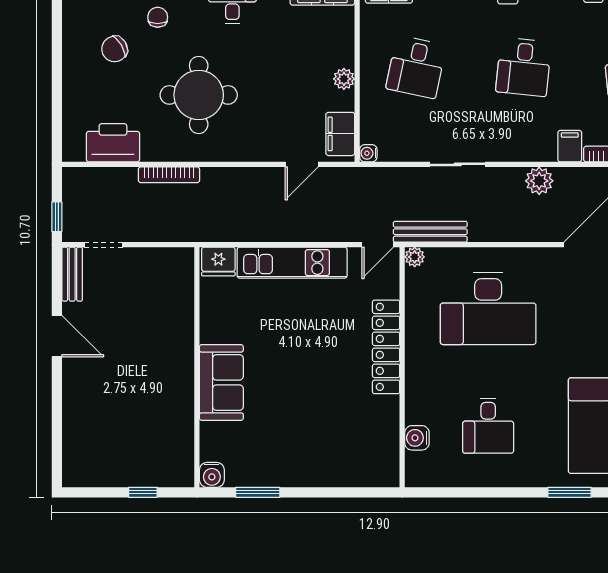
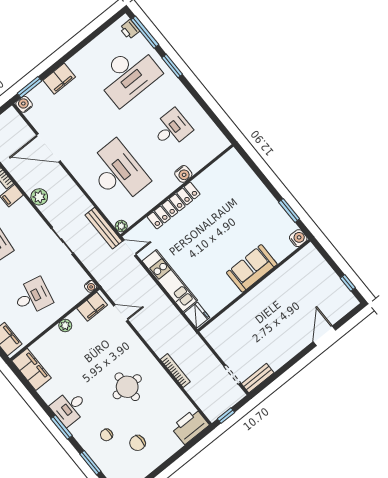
chair: (114, 49) -> (137, 443), turned 121
round table: (199, 95) -> (127, 387), width x0.73, depth x0.73
printer: (113, 143) -> (190, 426), moved, turned 90
window: (57, 217) -> (226, 416), moved
door: (57, 336) -> (324, 336), moved
water cooler: (417, 438) -> (183, 174), moved
window: (143, 492) -> (348, 283), moved

